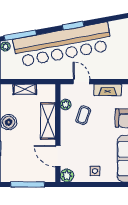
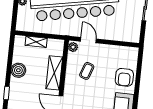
fireplace: (108, 90) -> (111, 50), removed
plant: (66, 105) -> (73, 47), moved

